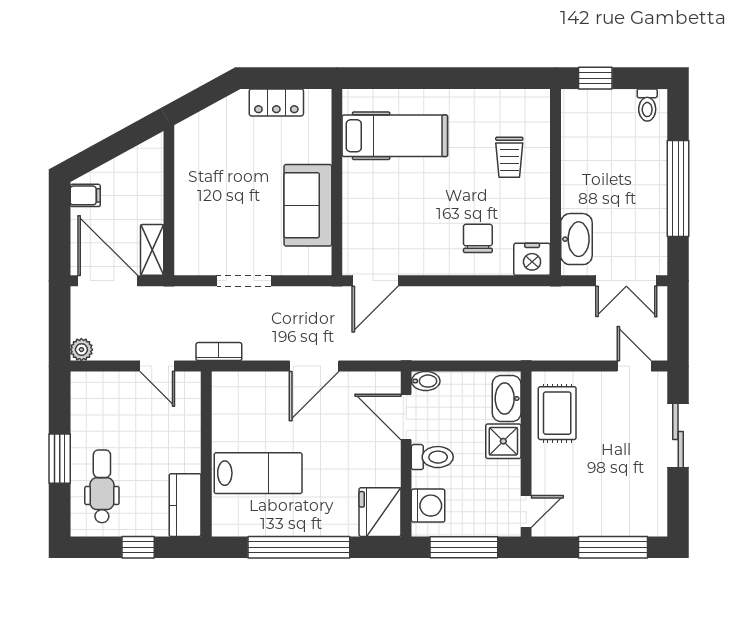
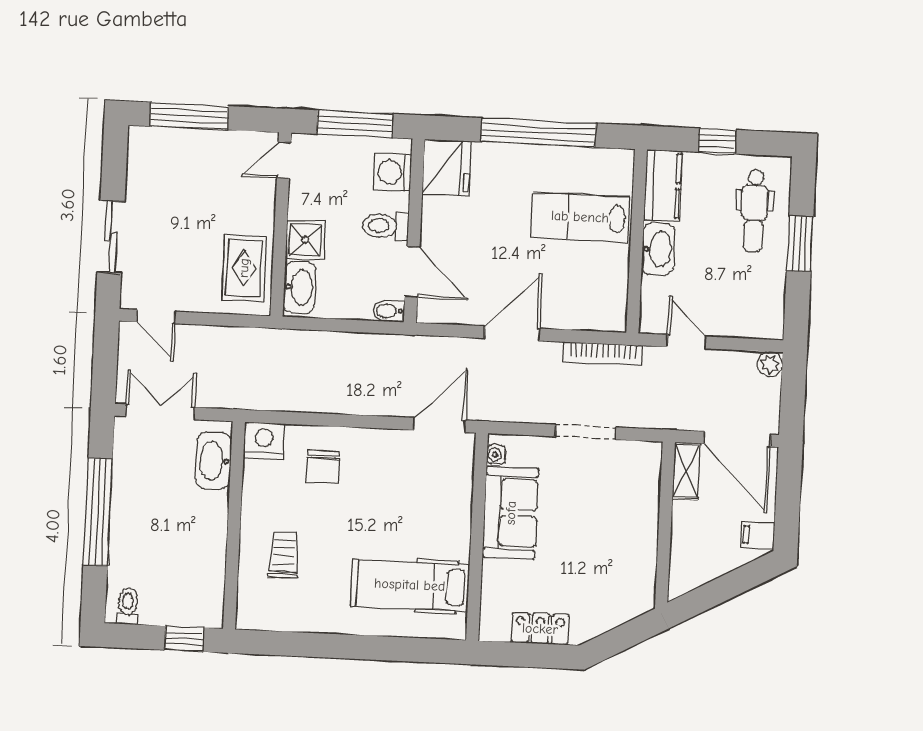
water cooler: (323, 257) -> (496, 455), added
bookcase: (219, 352) -> (603, 354), width x1.56
washbasin: (187, 448) -> (658, 249), added

